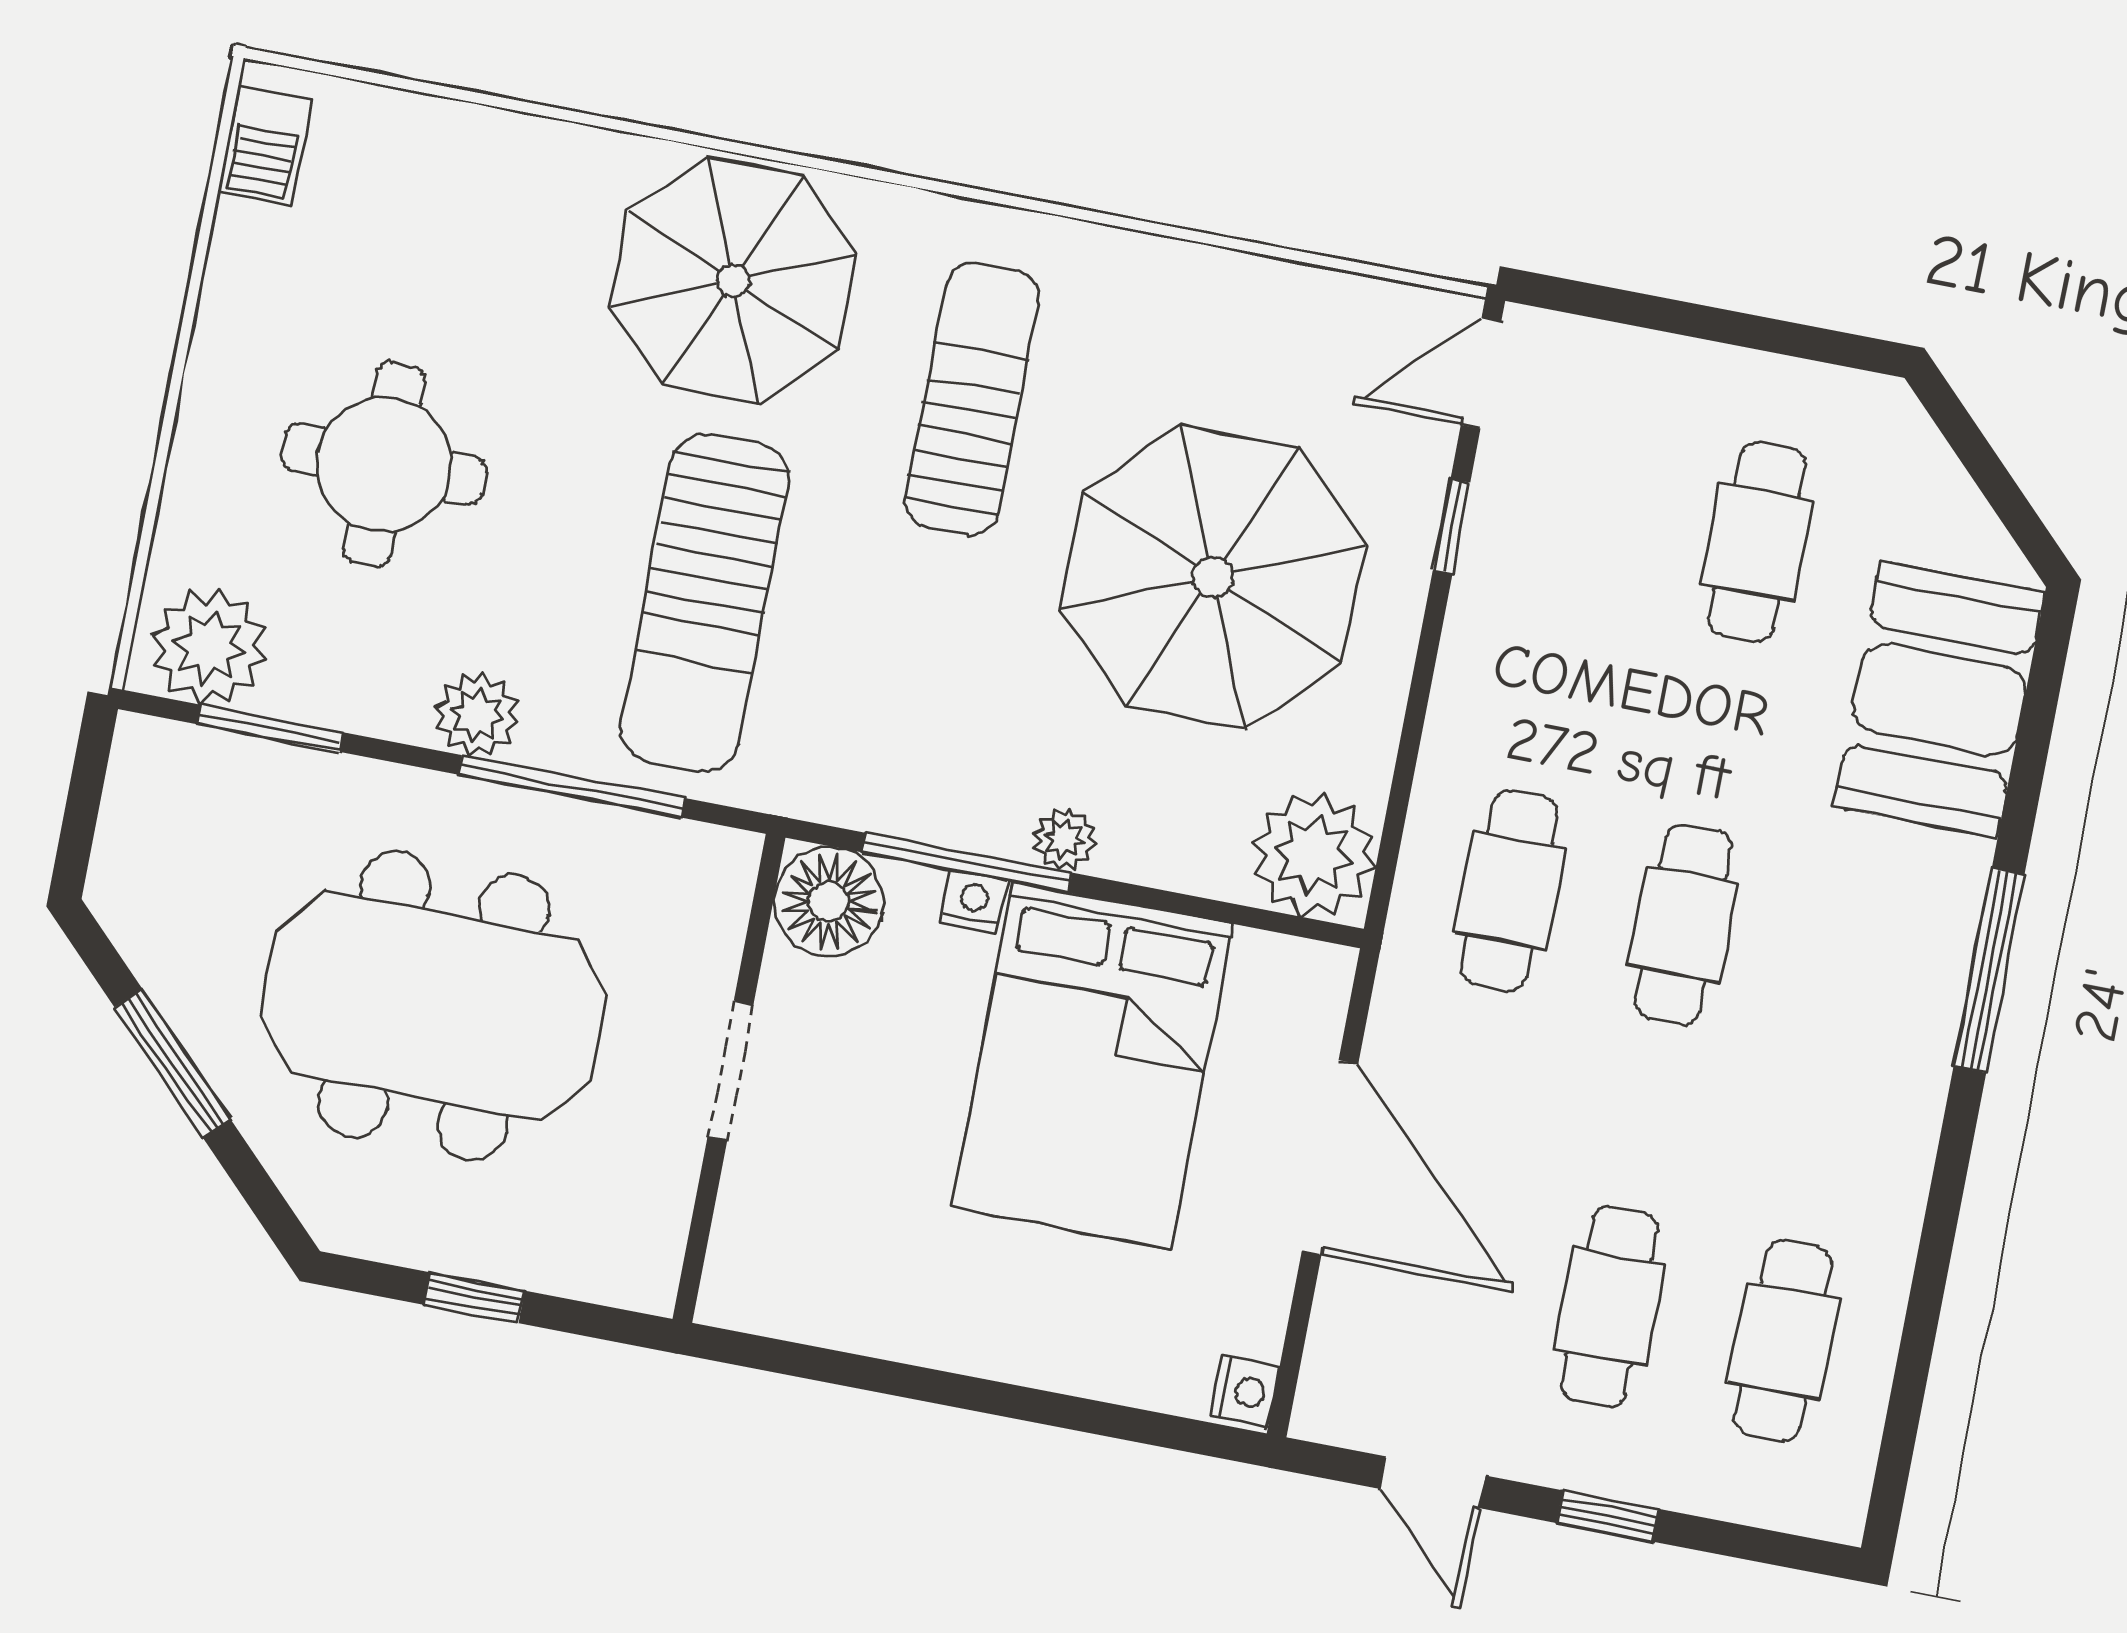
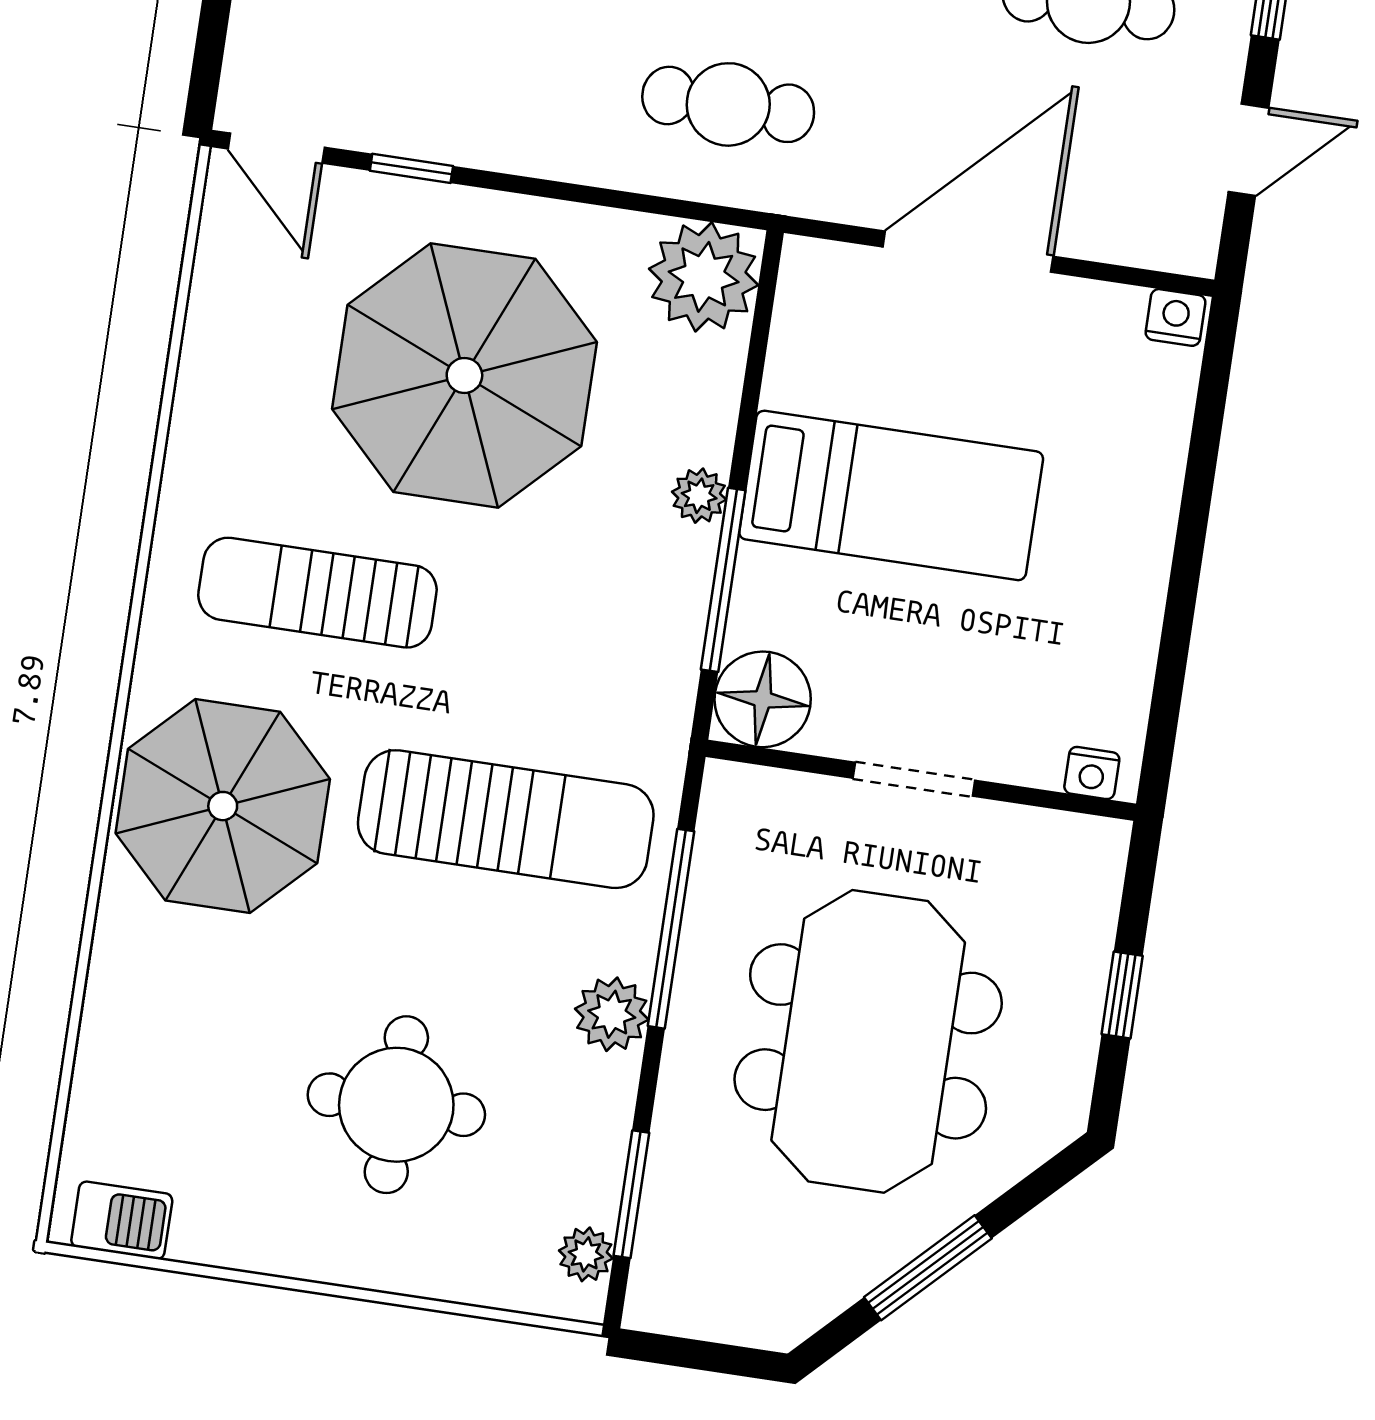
plant: (209, 647) -> (586, 1254), width x0.53, depth x0.53
nightstand: (974, 902) -> (1092, 773), moved, turned -90
bed: (1092, 1065) -> (891, 495), width x0.67

